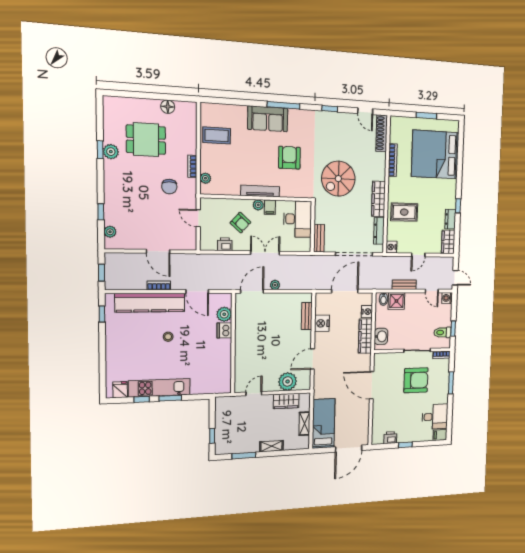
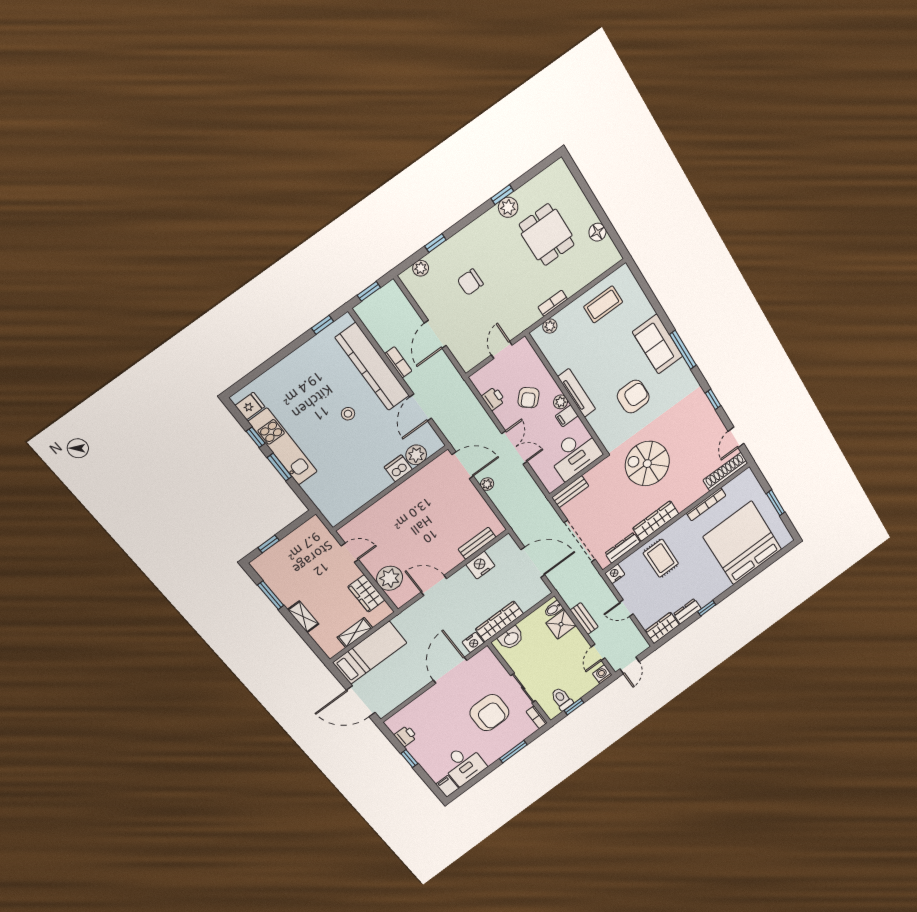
coffee table: (217, 135) -> (603, 304), turned 90
chair: (169, 187) -> (470, 282), moved
nightstand: (367, 312) -> (473, 642), moved

